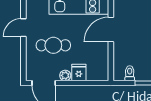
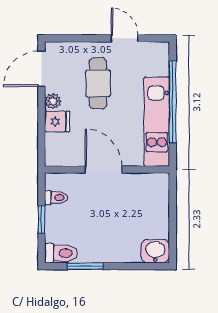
door: (111, 29) -> (103, 170), moved

